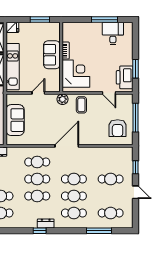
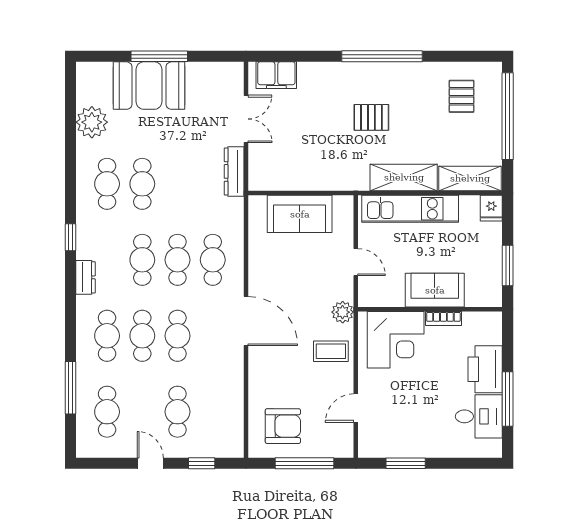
printer: (125, 77) -> (485, 369), moved, turned -90
armchair: (118, 128) -> (283, 426), turned 180
door: (136, 192) -> (150, 463), swing flipped
window: (40, 231) -> (71, 237), moved

